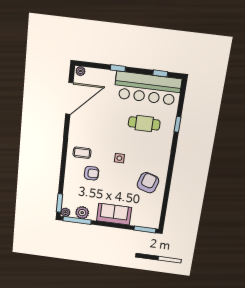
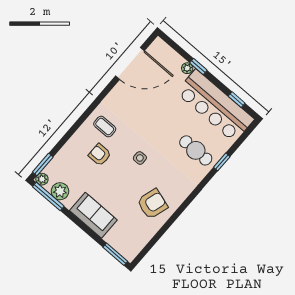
plant: (80, 71) -> (187, 68), moved
cafe table: (144, 123) -> (196, 150), moved
armchair: (91, 173) -> (100, 155), turned 180

